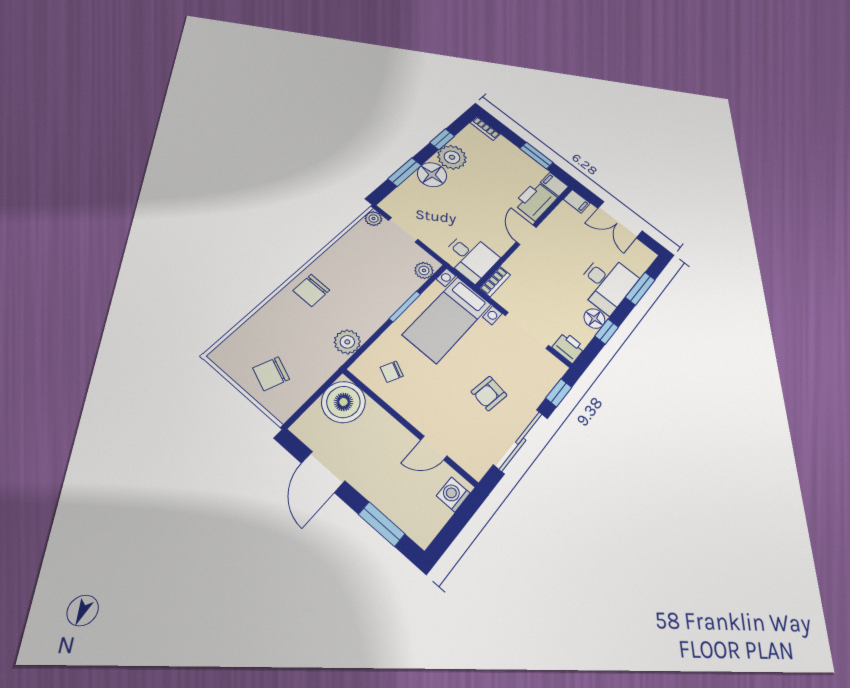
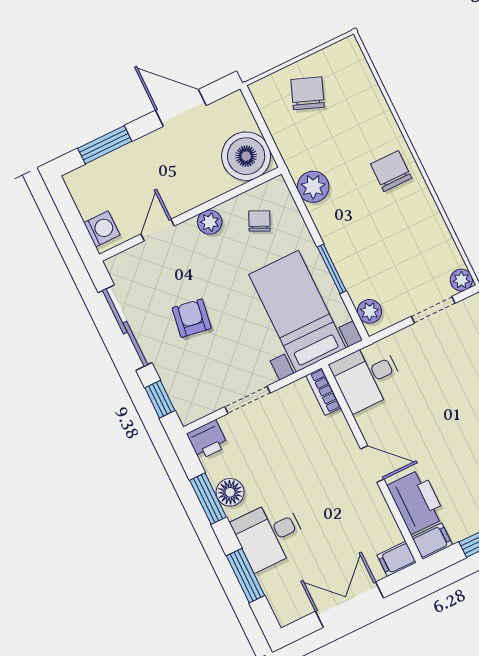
desk: (607, 283) -> (269, 535), width x0.73
doorway: (527, 330) -> (248, 400), width x0.73
window: (607, 332) -> (208, 499), width x1.50
plant: (409, 409) -> (210, 222), added

